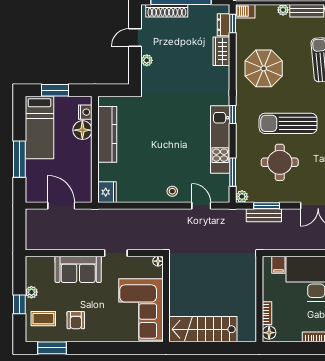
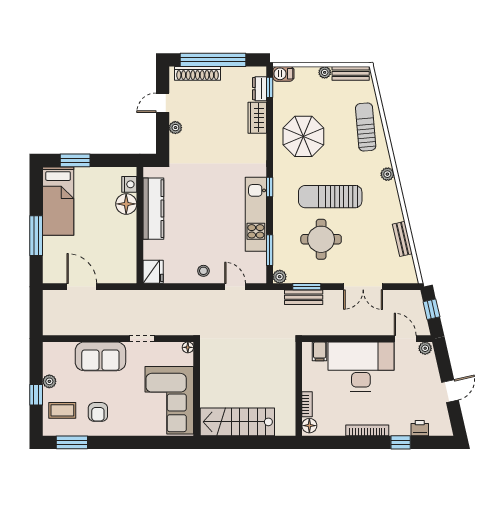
nightstand: (85, 112) -> (129, 184), moved
floor lamp: (82, 130) -> (126, 204), moved
kitchen counter: (107, 134) -> (153, 209), moved
wall: (95, 149) -> (140, 225), moved
fridge: (107, 192) -> (153, 272), moved

